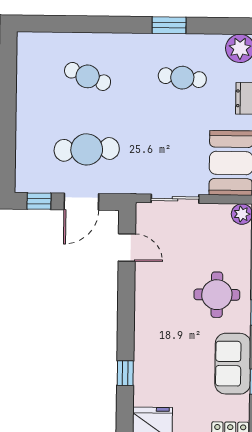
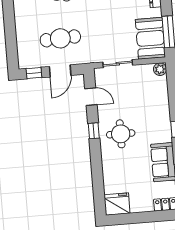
round table: (217, 295) -> (121, 134), moved
window: (125, 373) -> (94, 131), moved

